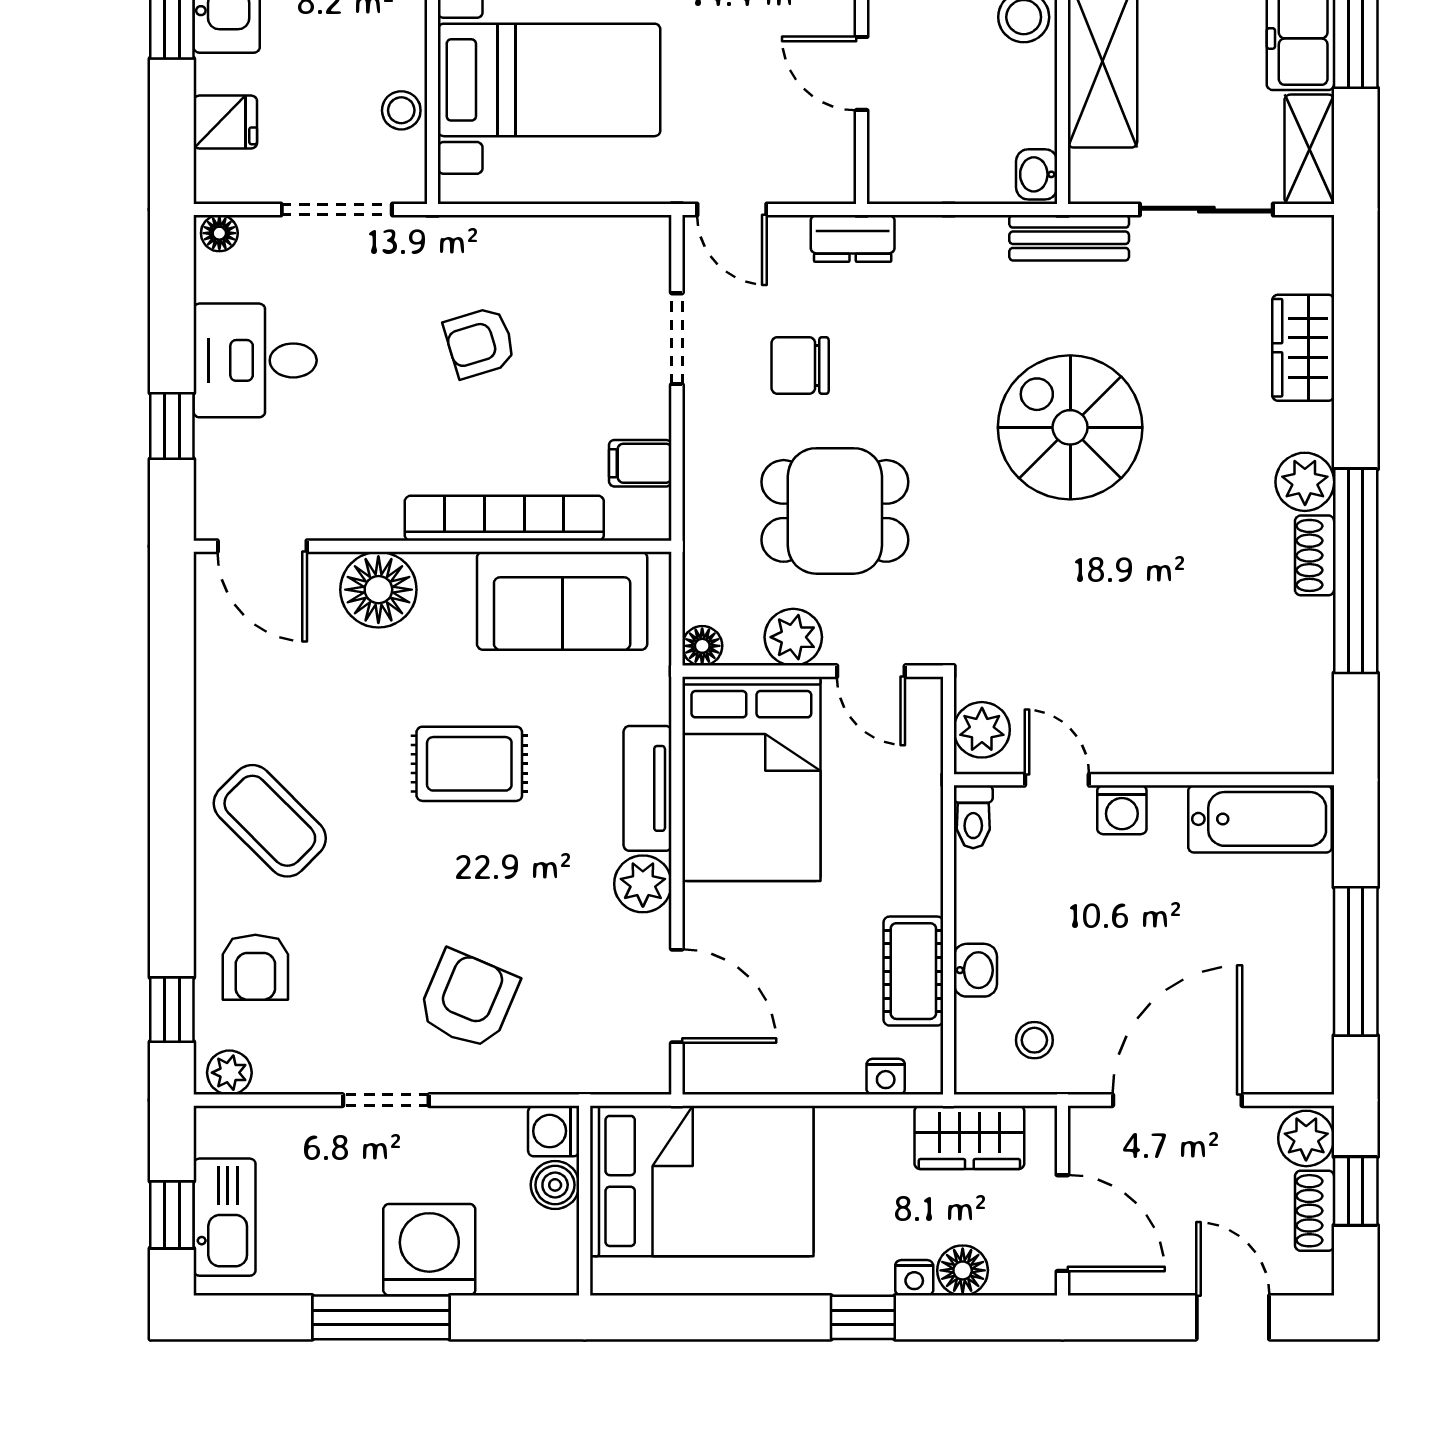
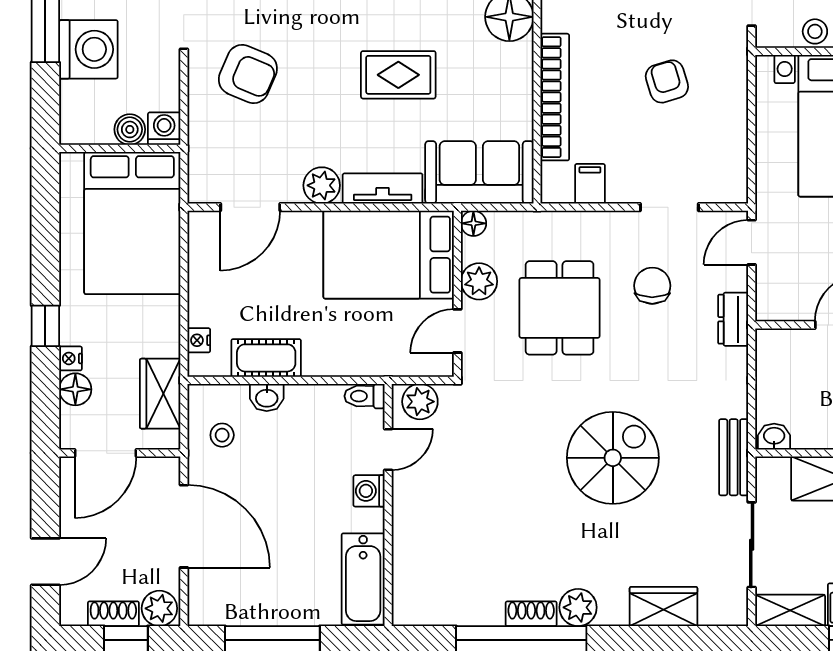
sofa: (562, 601) -> (479, 172), moved, turned 90
rug: (469, 764) -> (398, 75), turned 90

